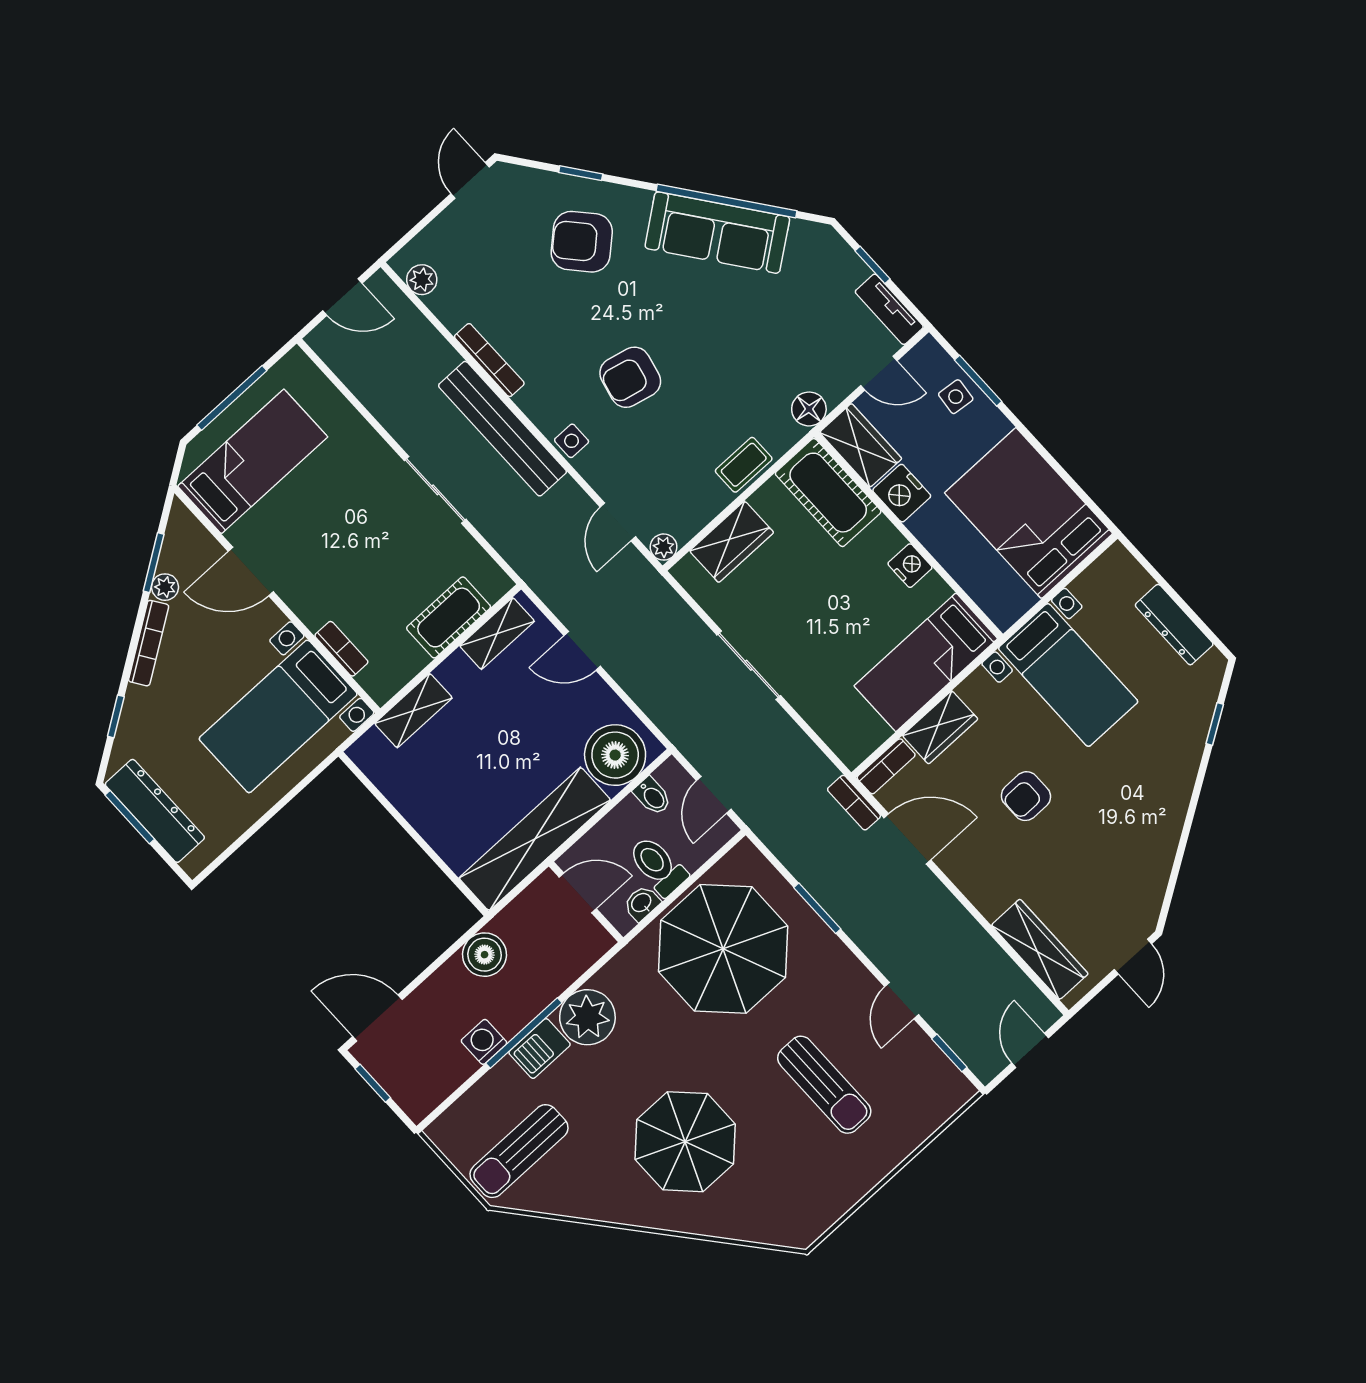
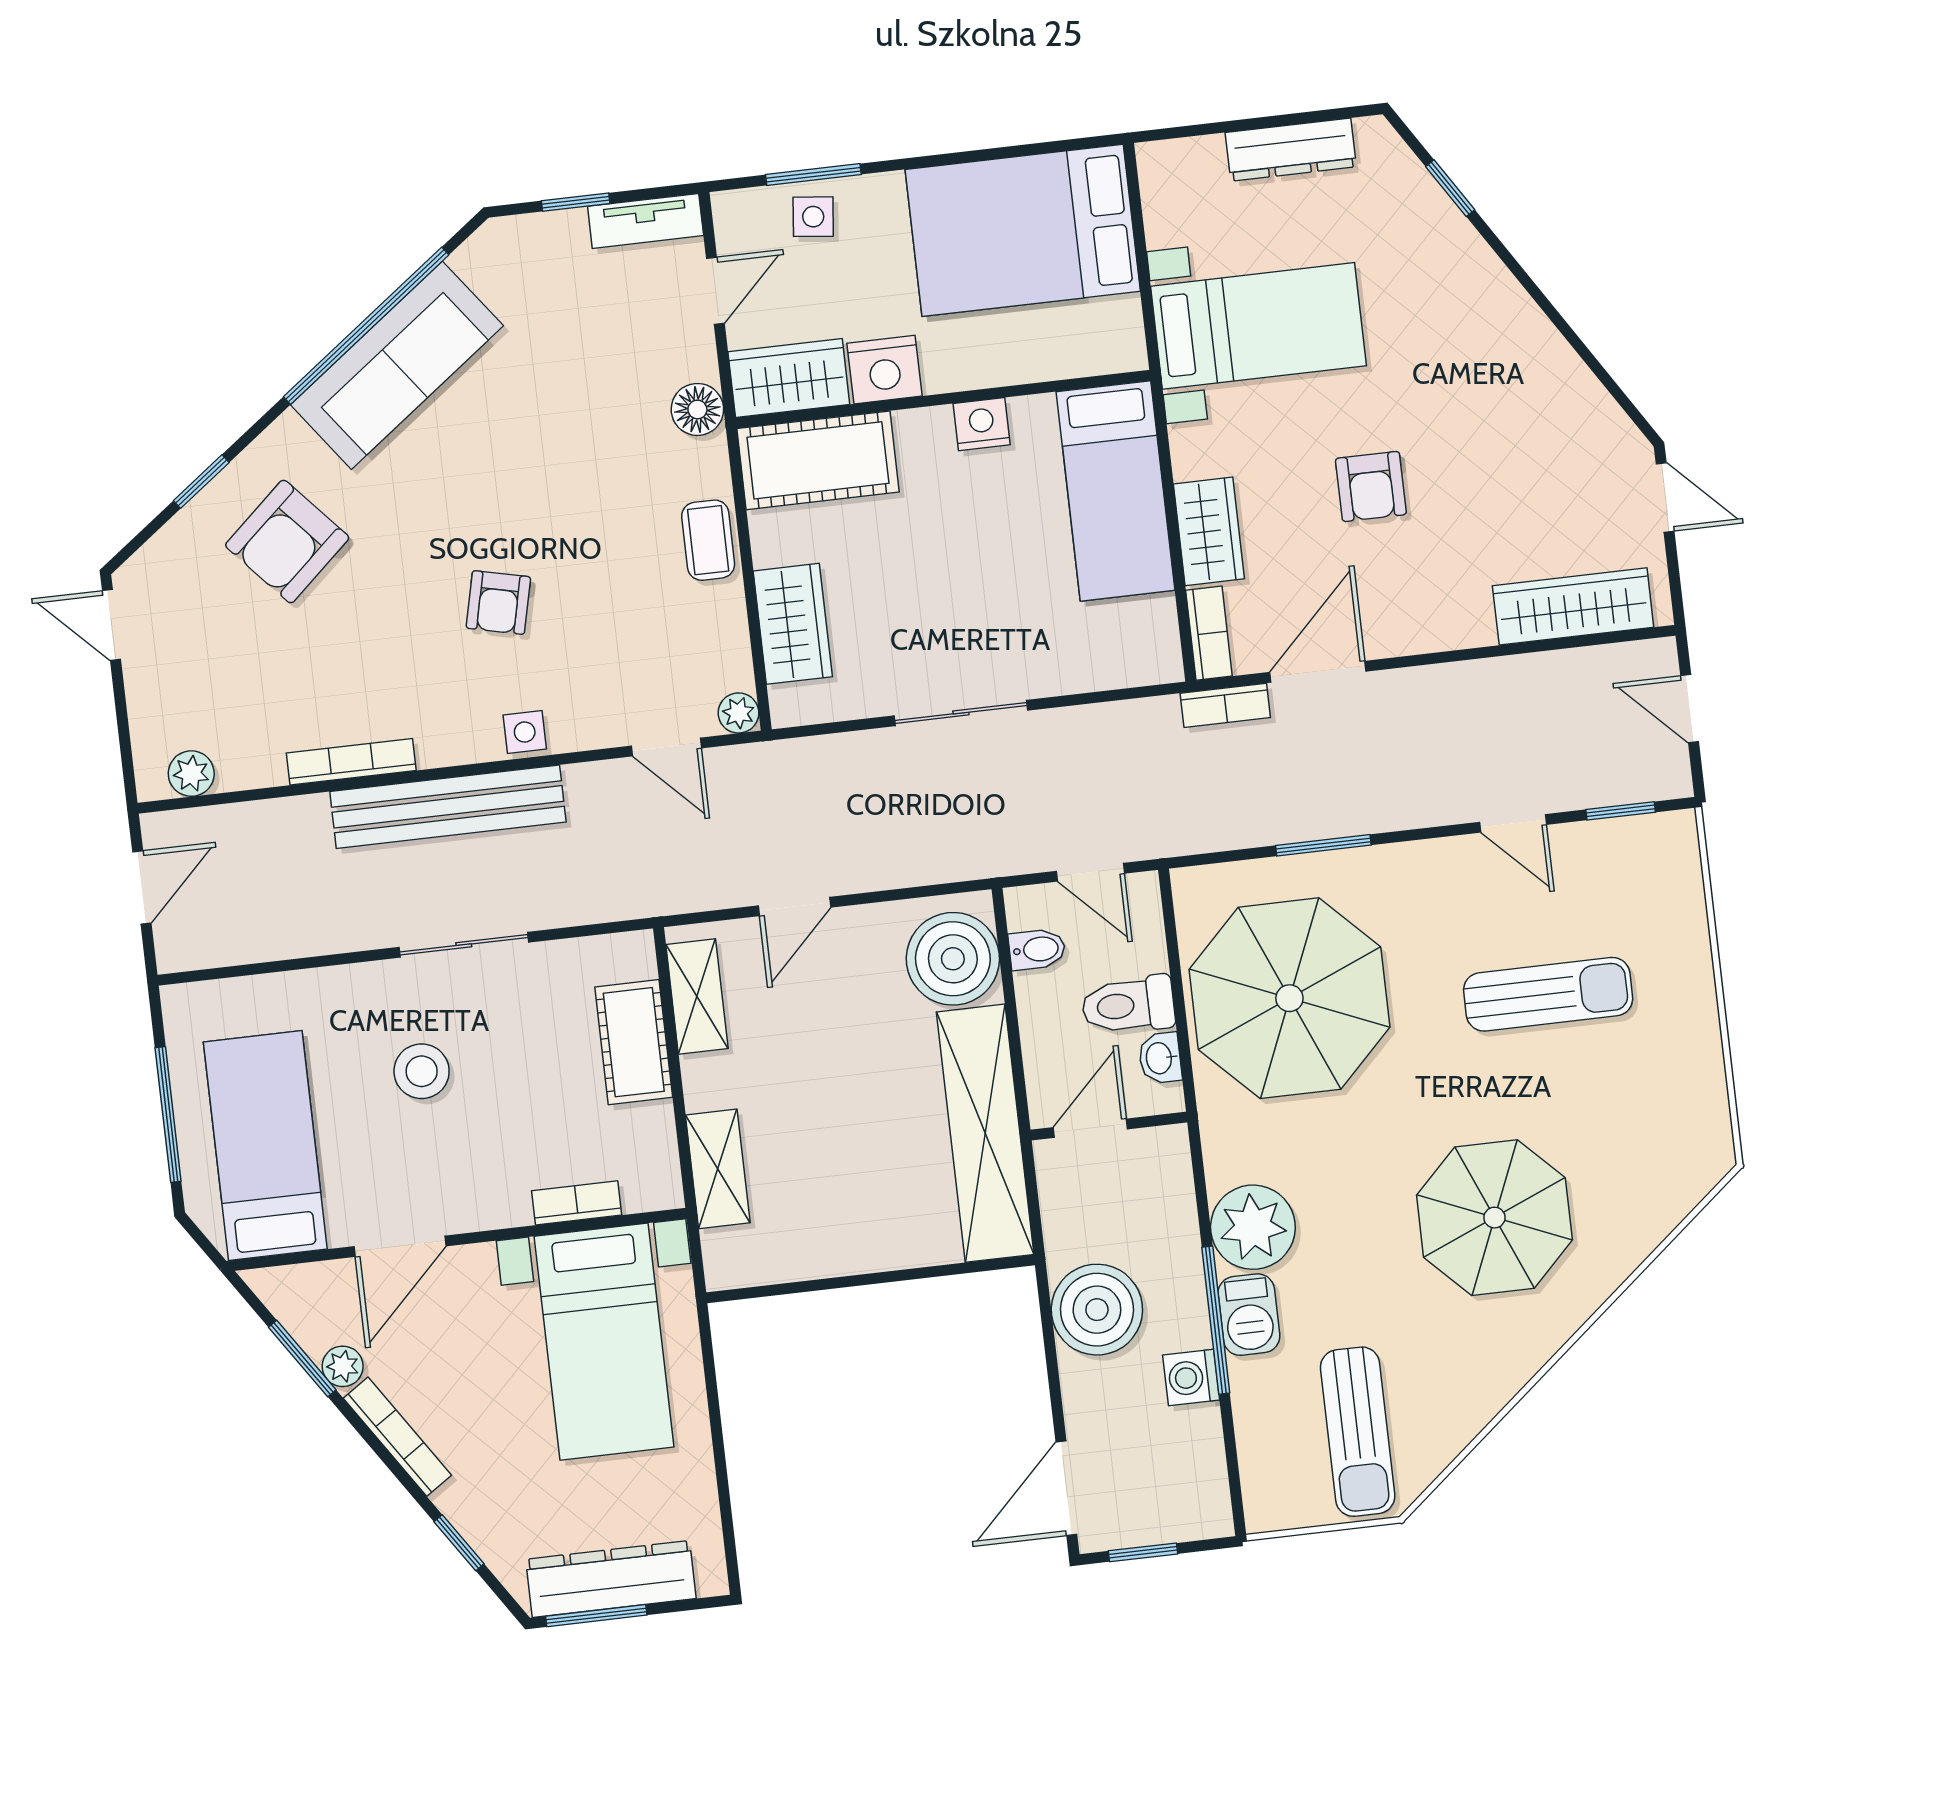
armchair: (630, 377) -> (498, 602), width x0.72, depth x0.72
stool: (352, 516) -> (422, 1071), added
boiler: (485, 955) -> (1097, 1310), width x1.37, depth x1.37

